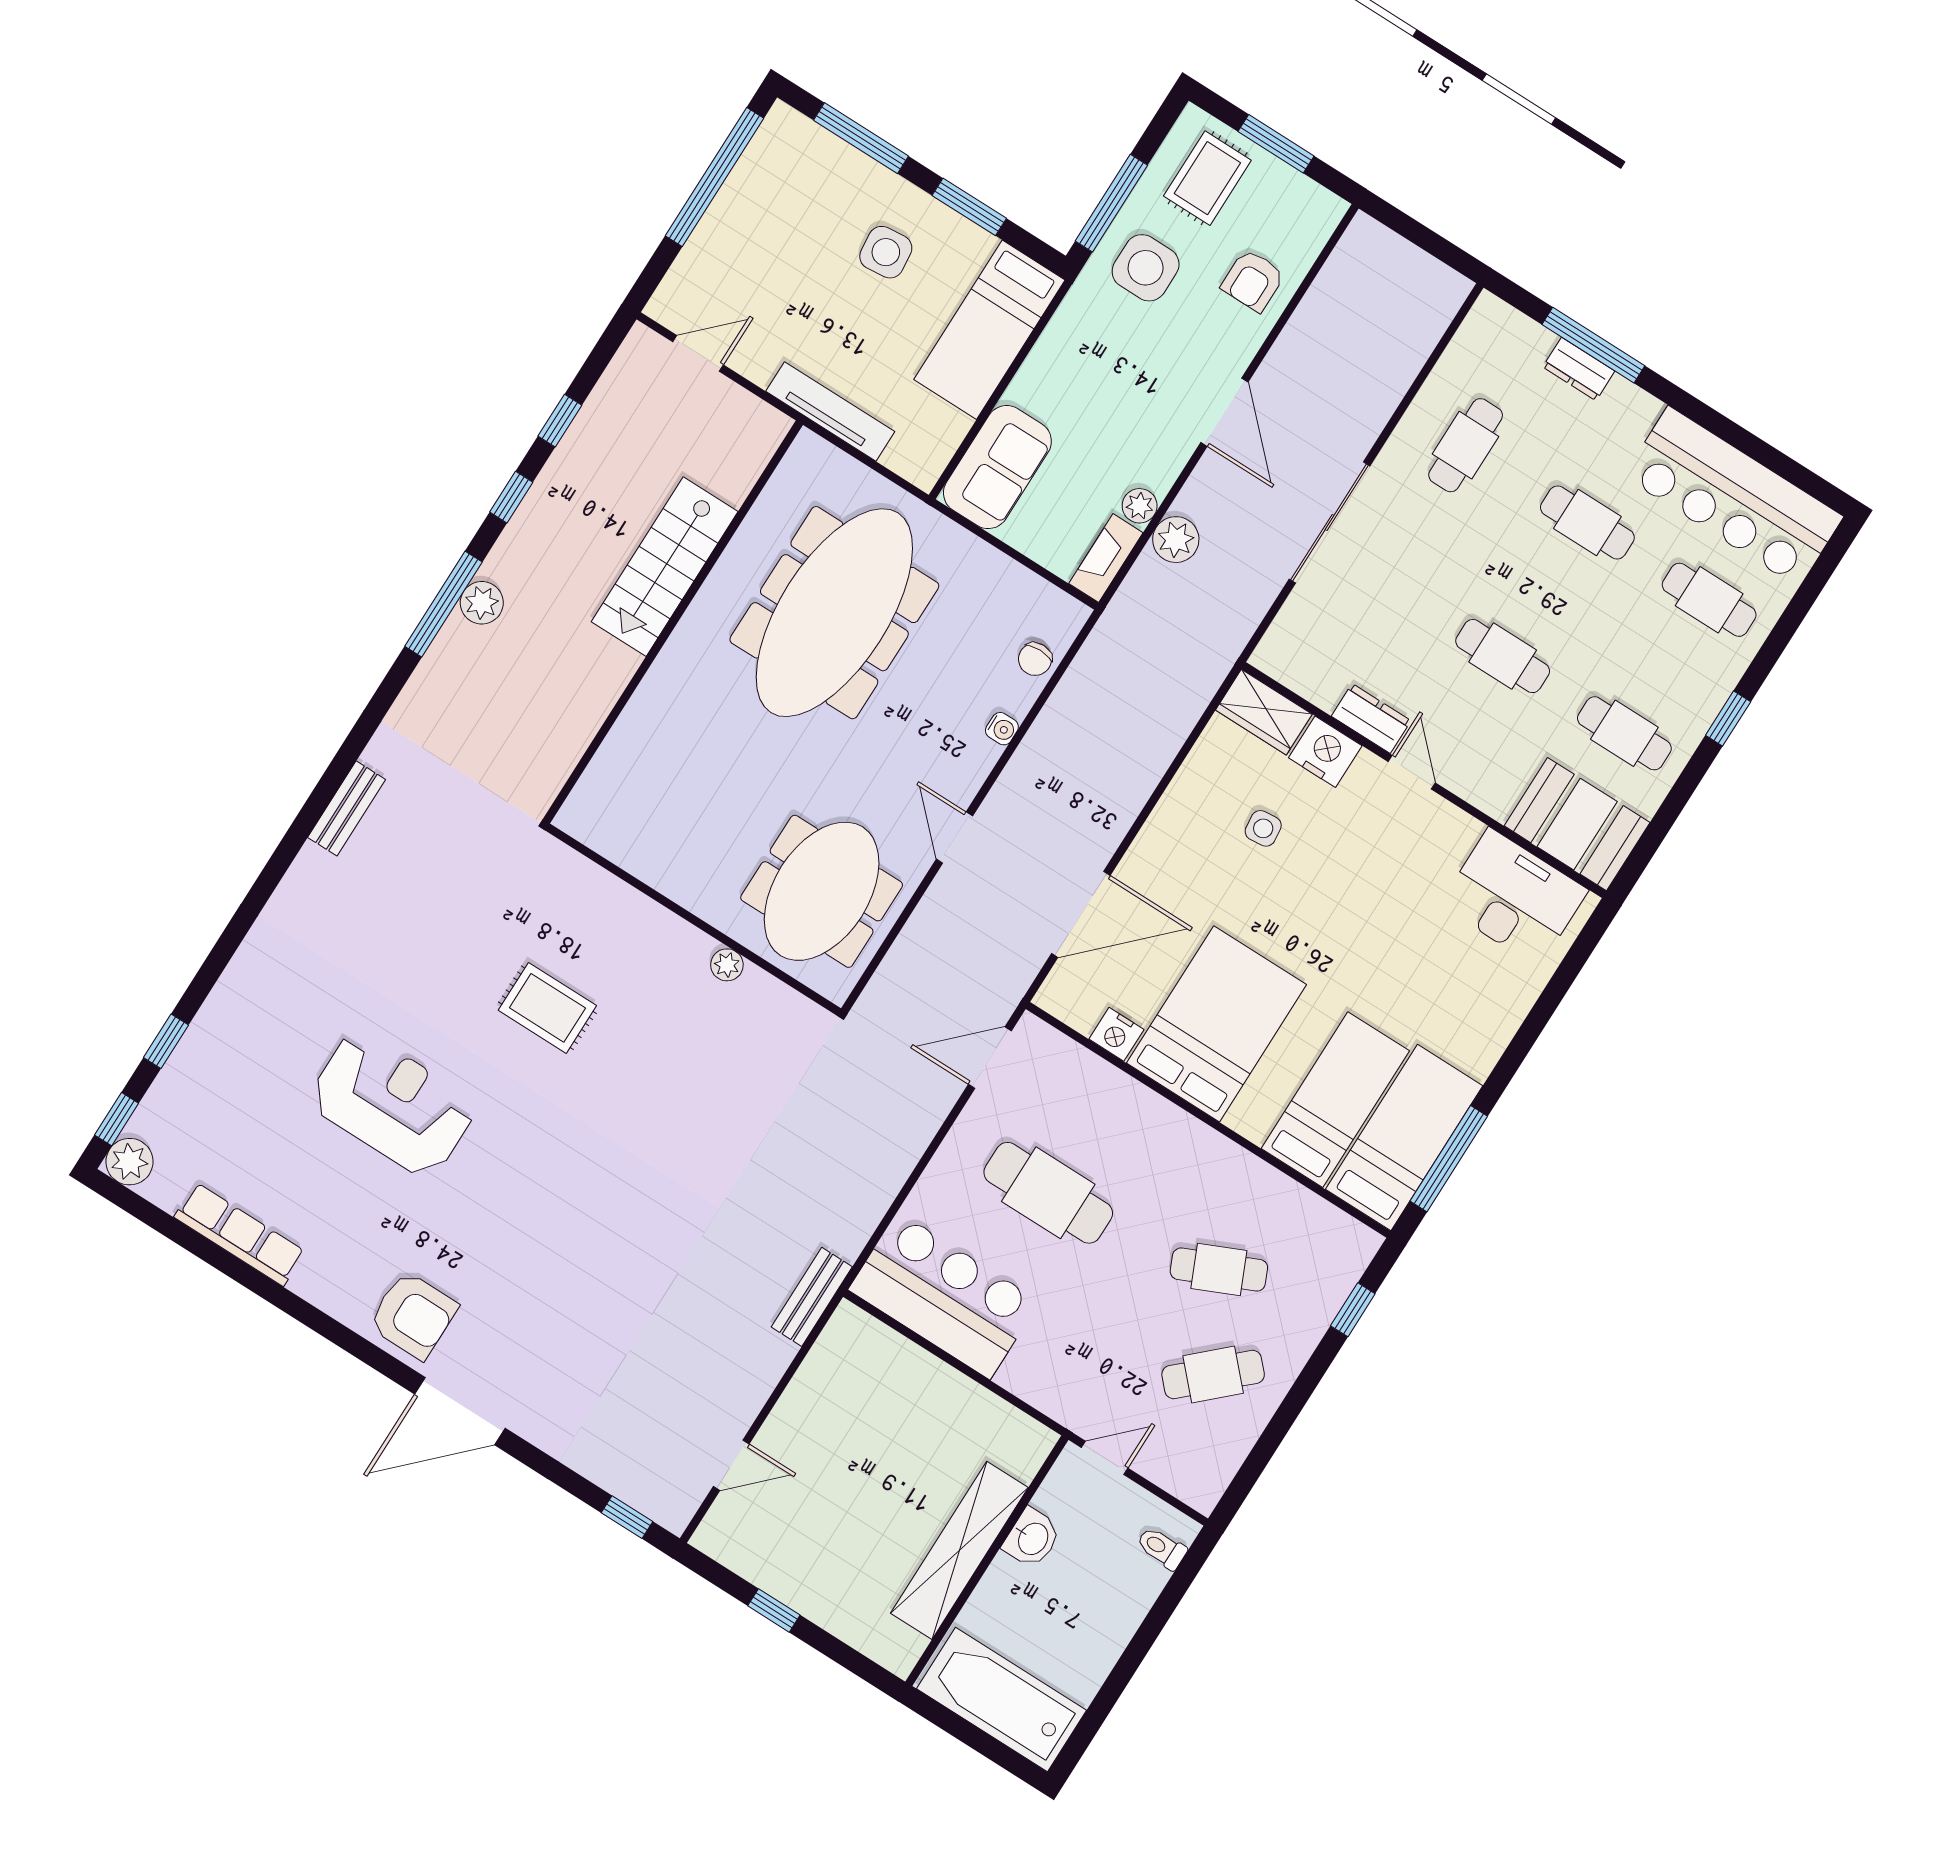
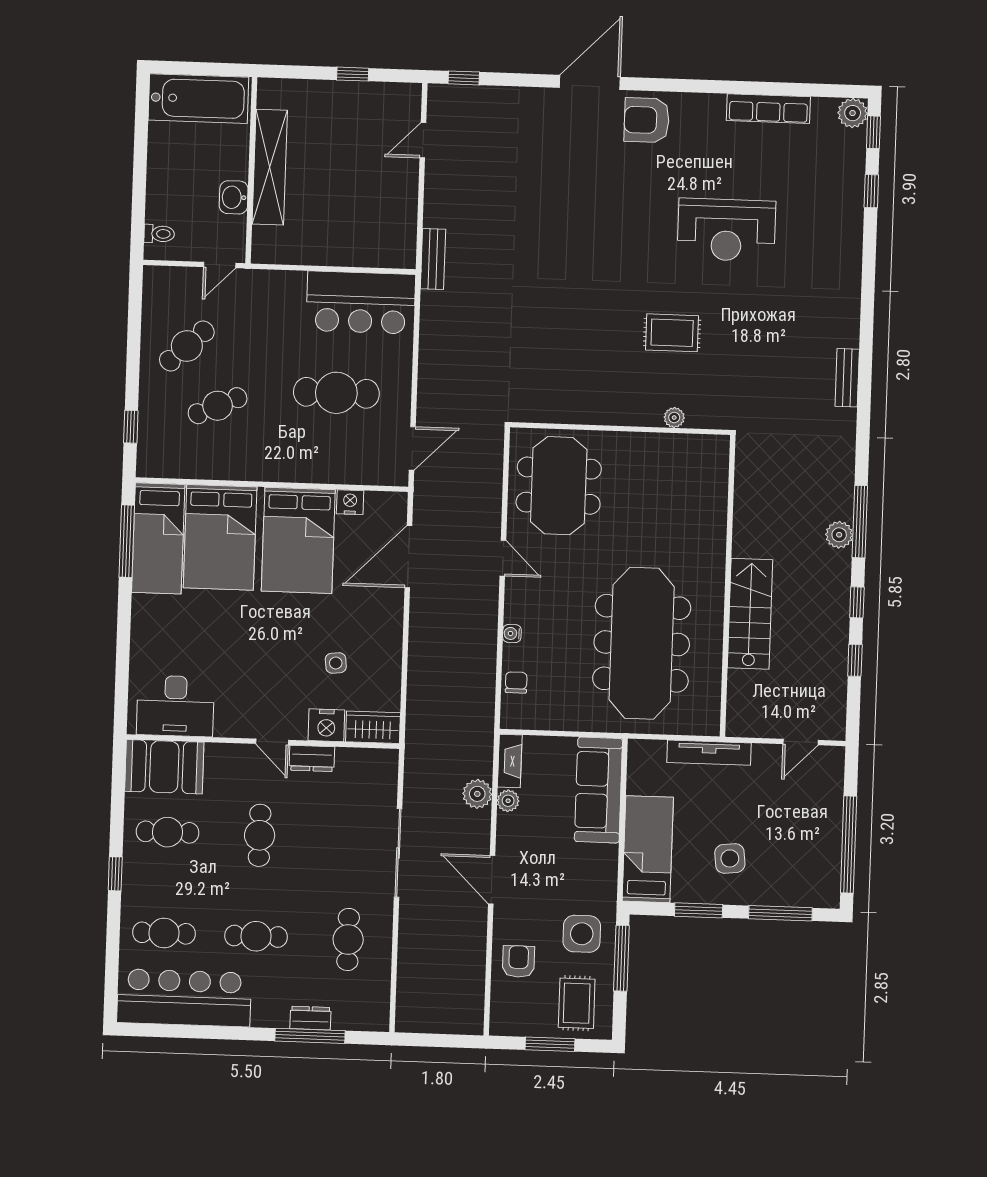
sofa: (997, 467) -> (598, 790), width x1.36
cafe table: (1503, 656) -> (260, 835), turned 90
plant: (727, 965) -> (674, 418), moved
bed: (1335, 1100) -> (220, 537), width x1.50

